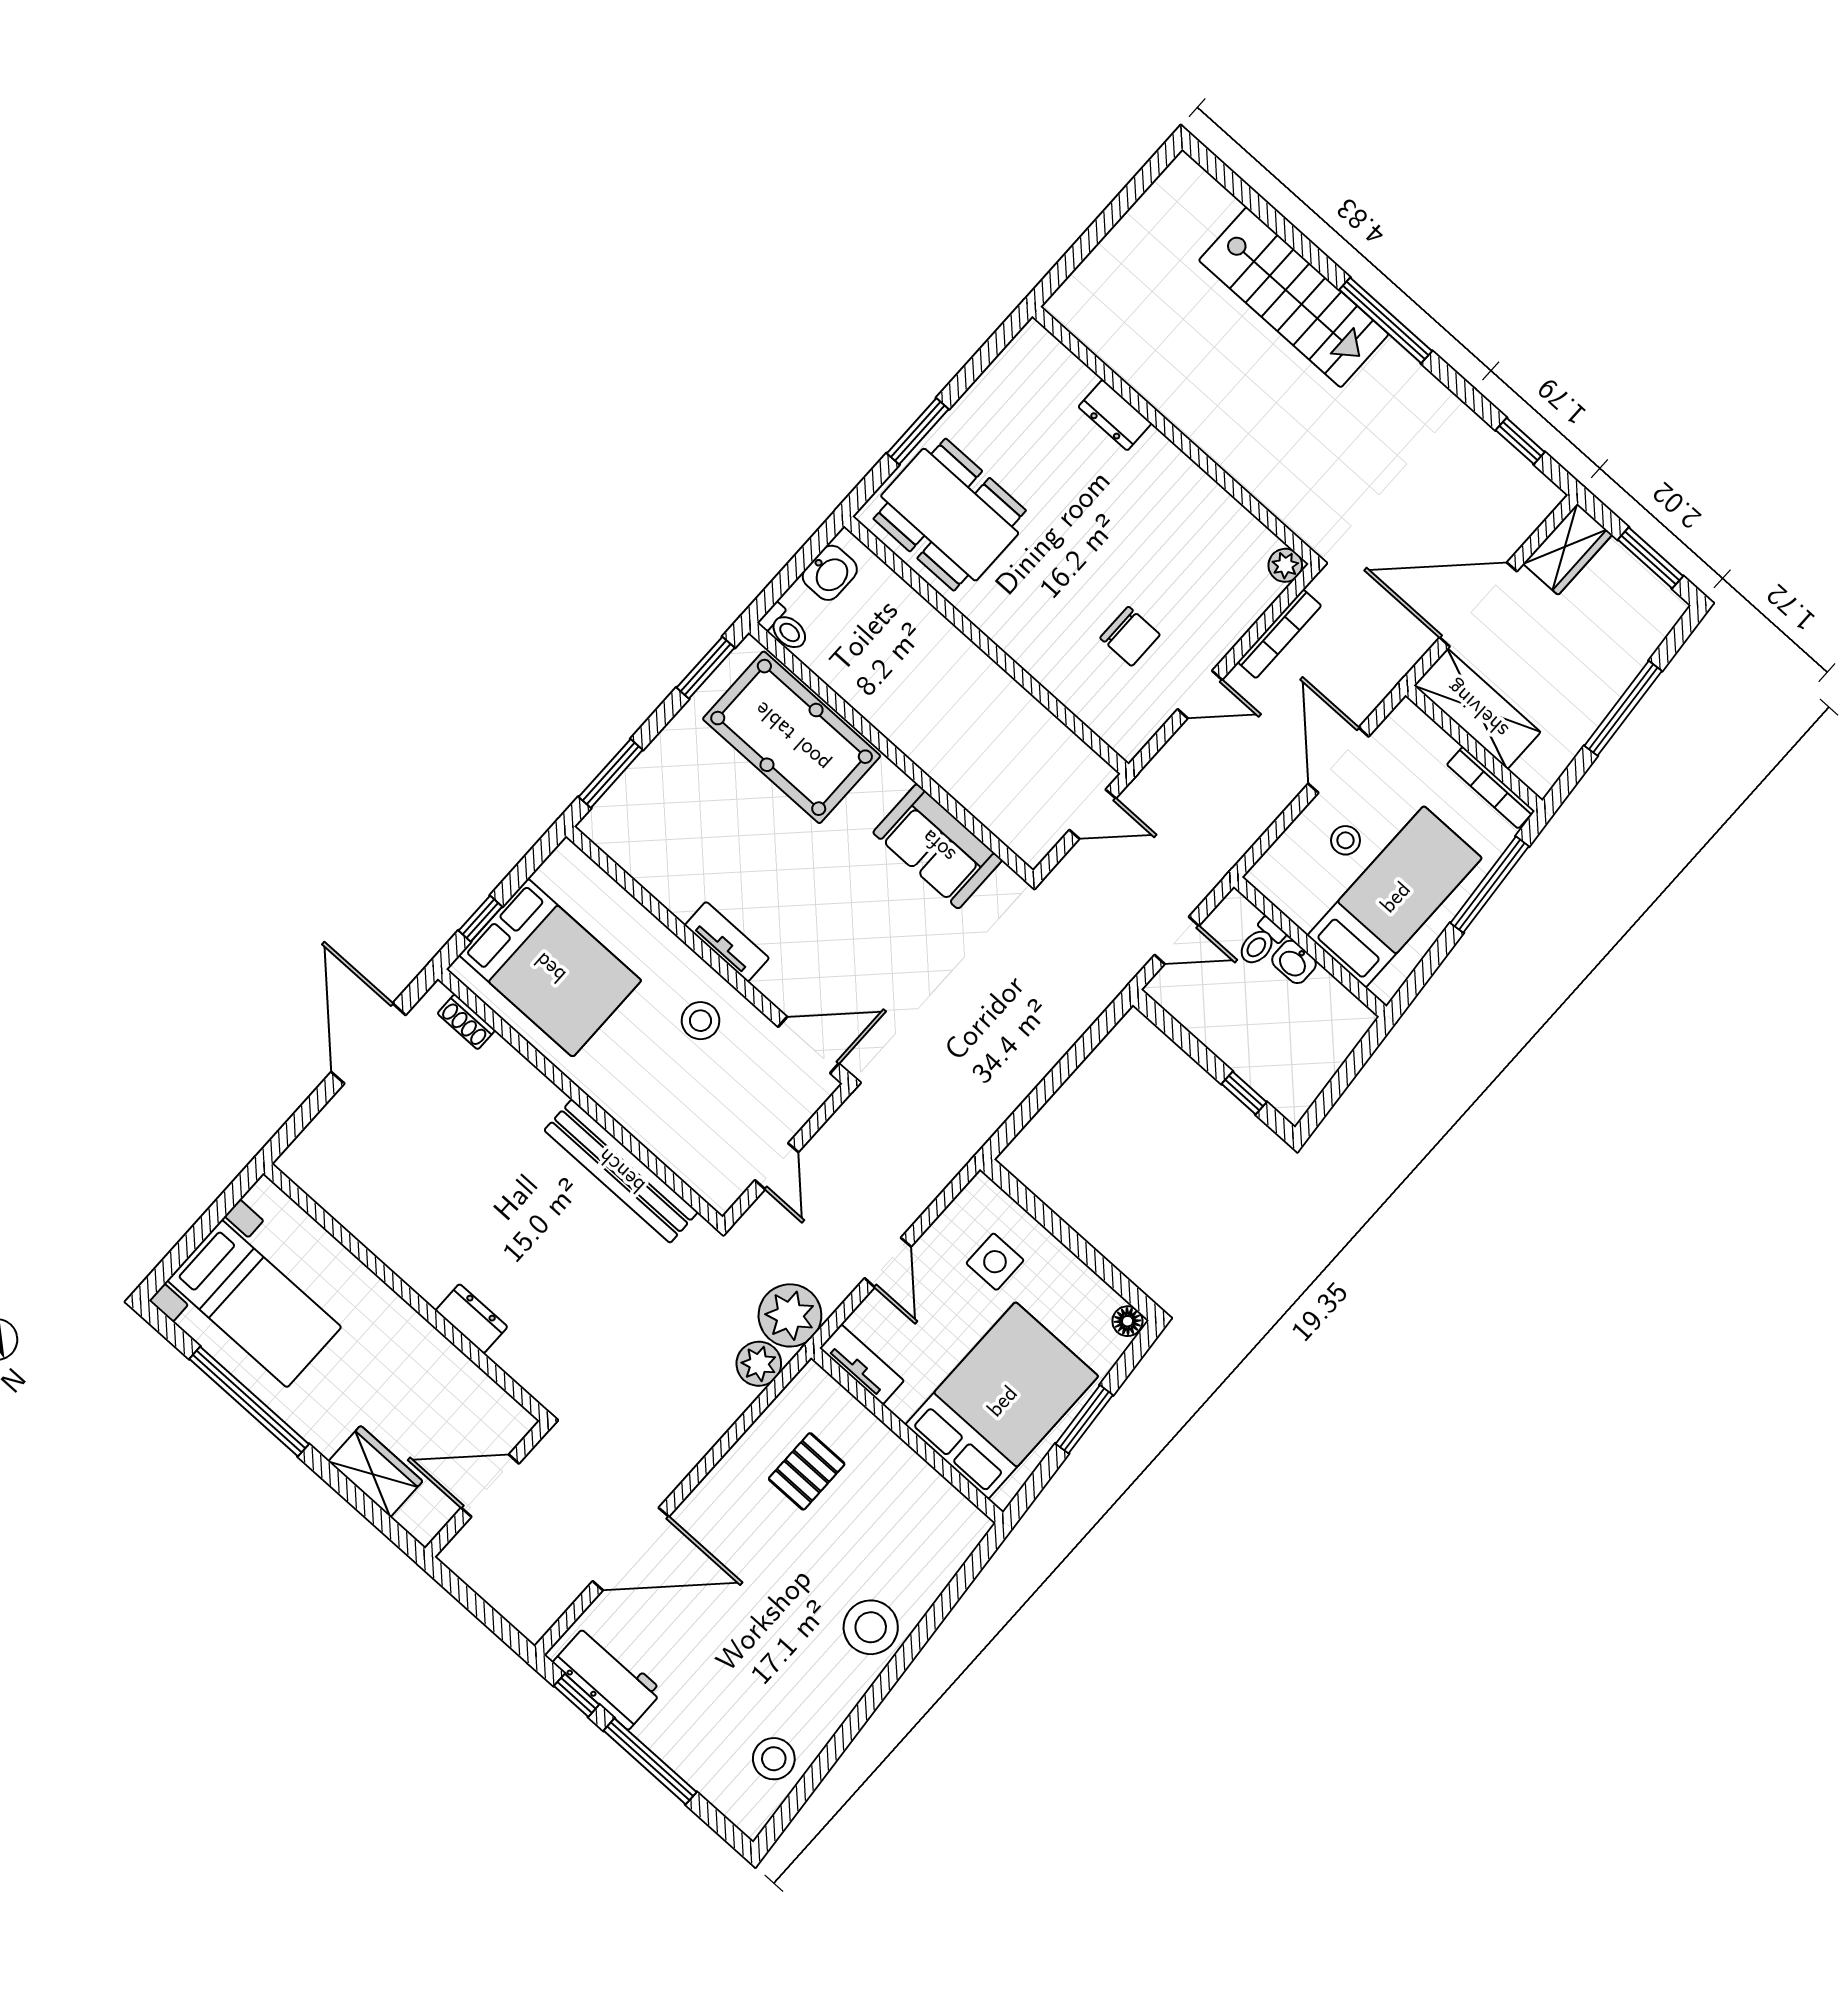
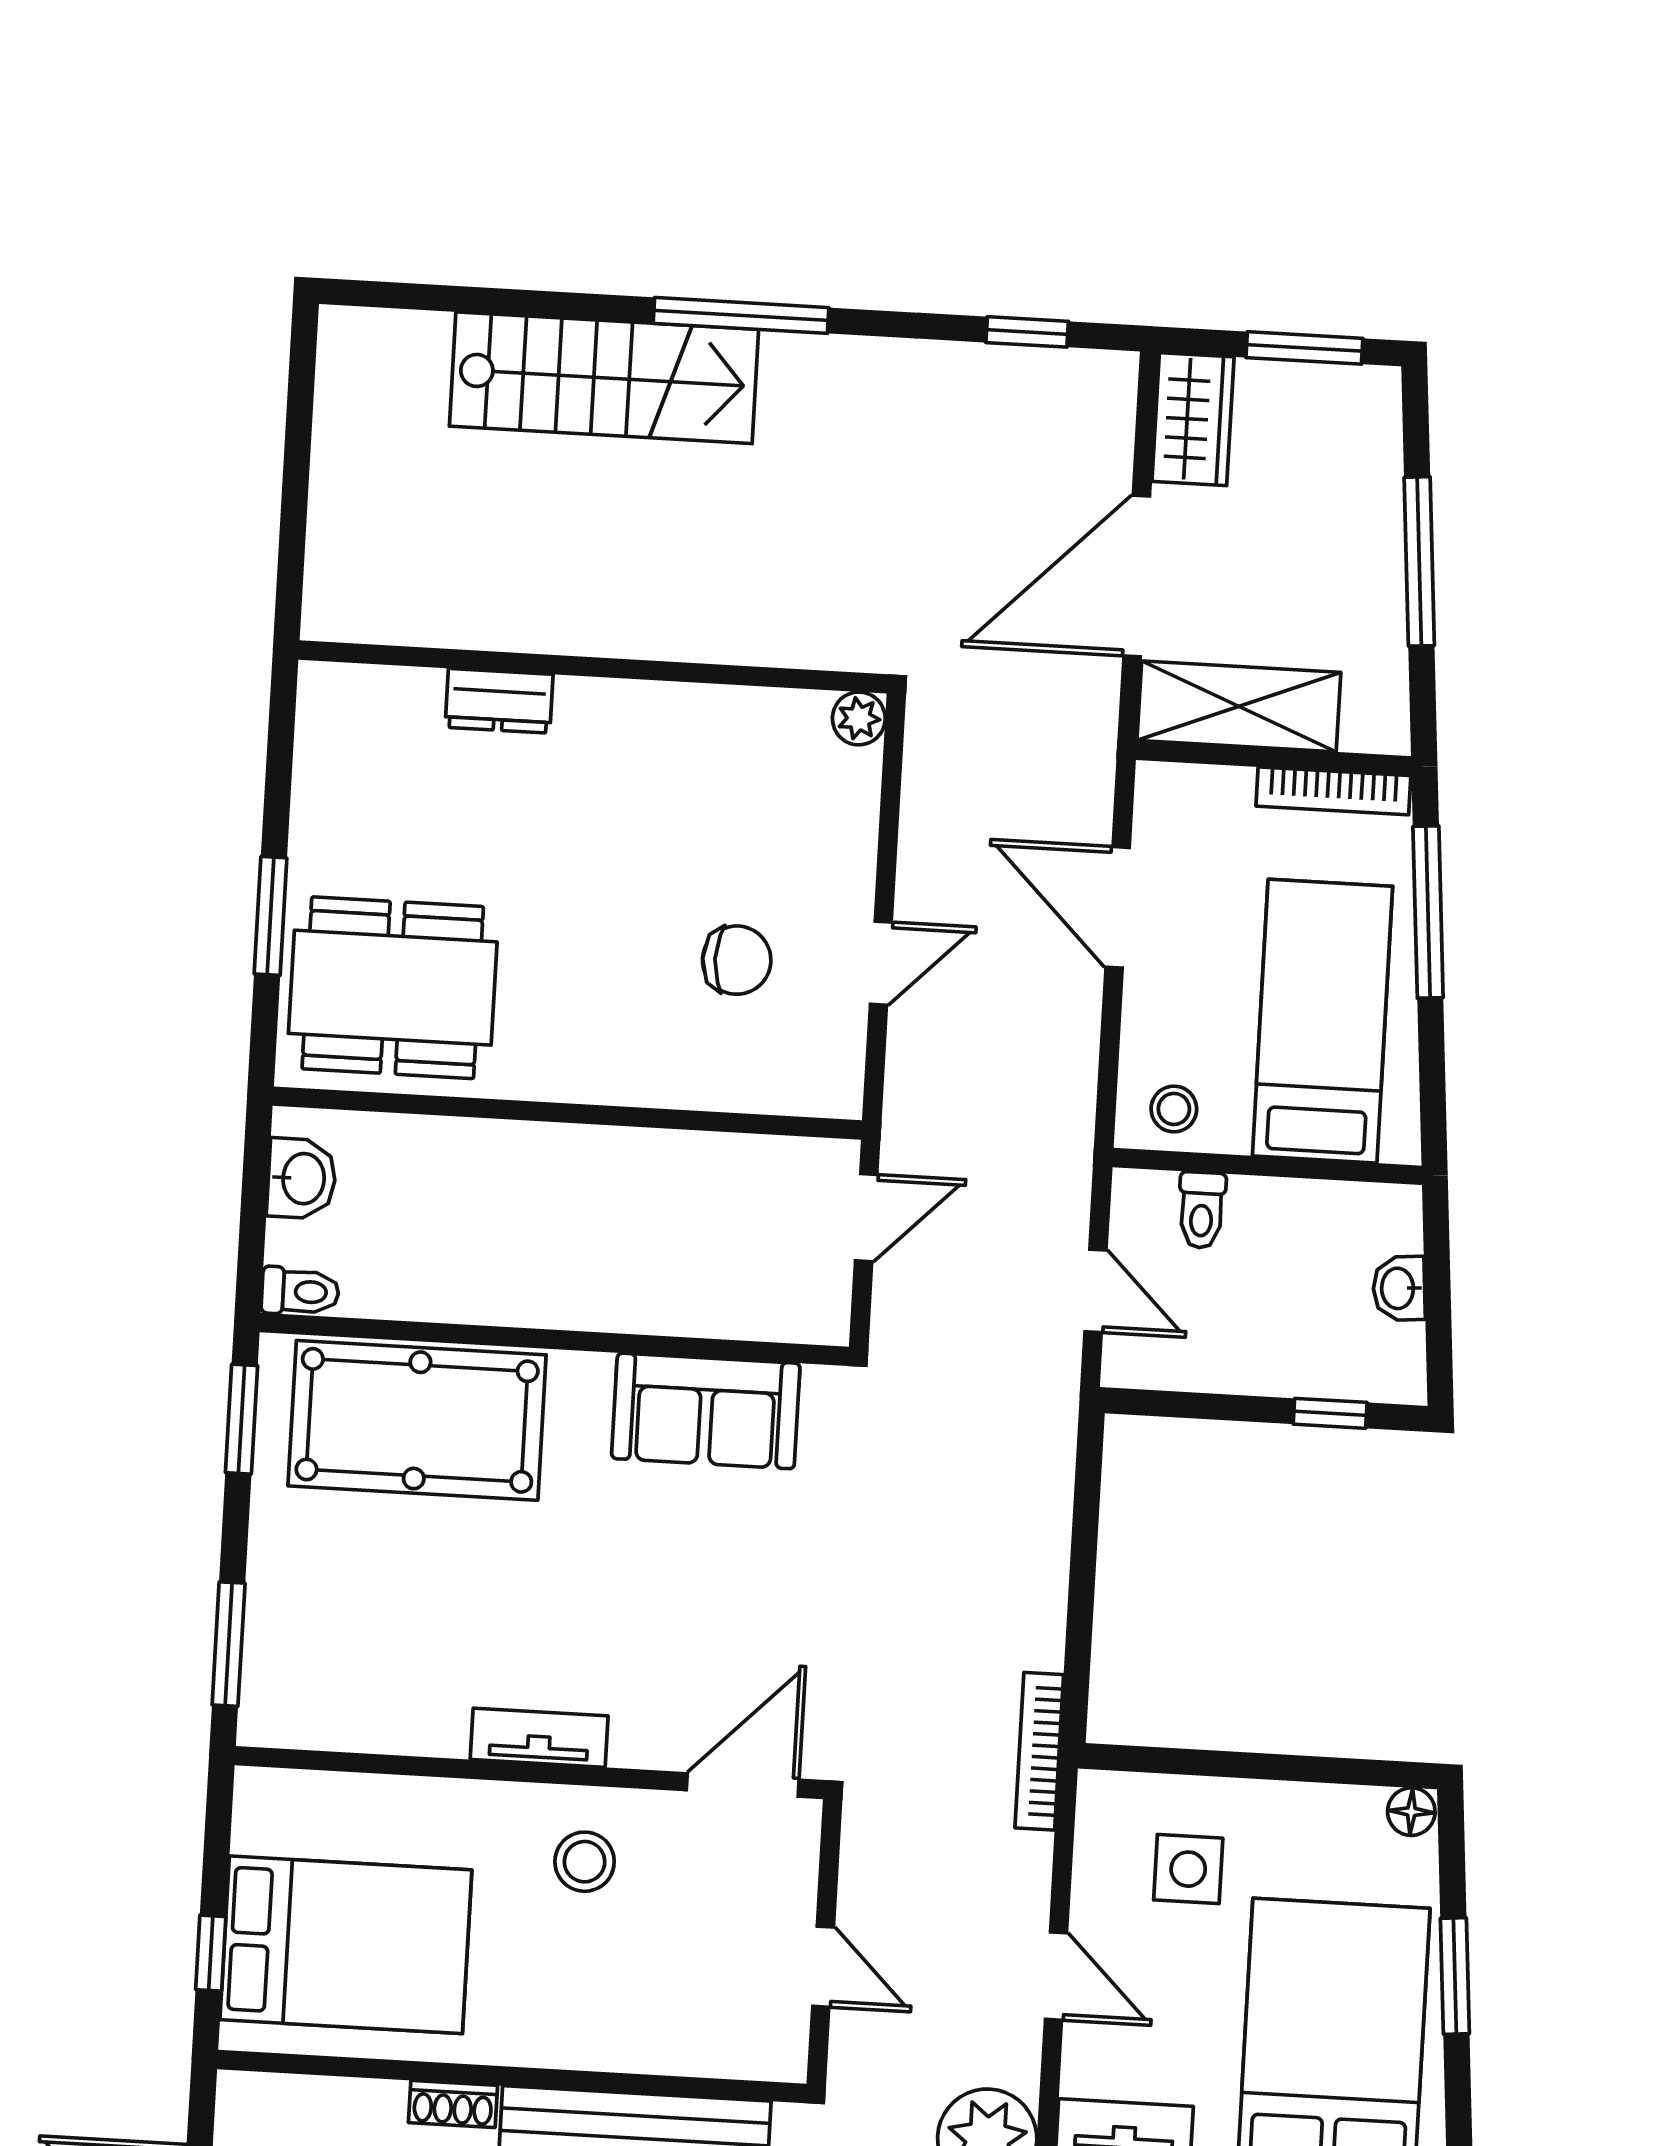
bookcase: (1279, 634) -> (1039, 1751), moved, turned 180
stool: (1346, 840) -> (1174, 1109), moved
door: (1177, 940) -> (1096, 1291), hinge flipped
washbasin: (1294, 962) -> (1399, 1288), moved, turned 85
shoe rack: (466, 1022) -> (453, 2104), moved

